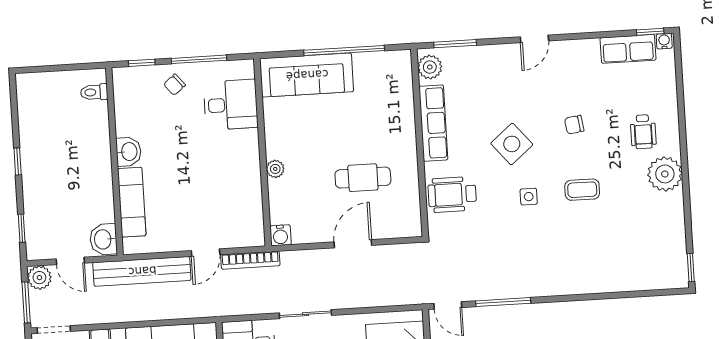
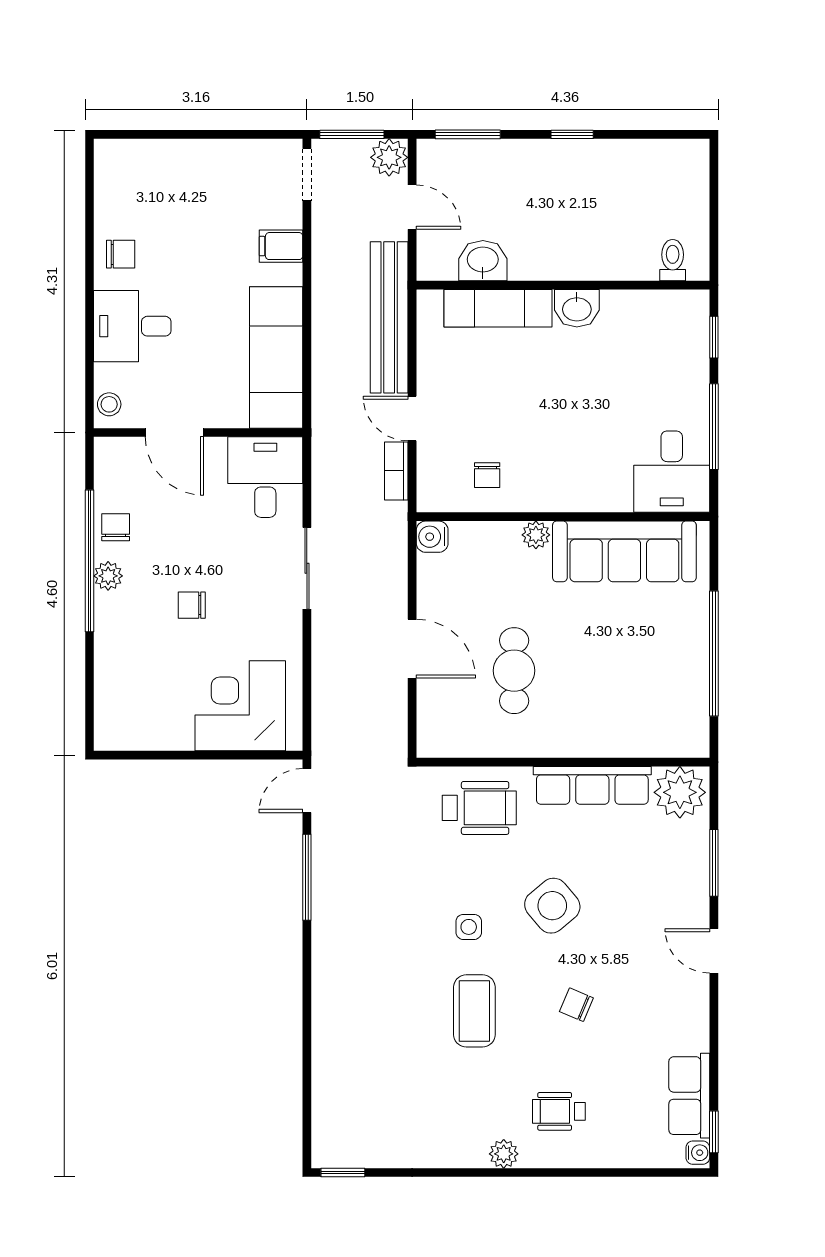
window: (455, 44) -> (714, 863), moved
plant: (430, 67) -> (680, 792), width x1.36, depth x1.36
sofa: (307, 75) -> (624, 551), moved, turned -90
chair: (174, 85) -> (487, 475), moved, turned -141
desk: (231, 105) -> (672, 472), moved
chair: (574, 125) -> (576, 1005), turned -59
plant: (665, 174) -> (504, 1154), width x0.53, depth x0.53
coffee table: (582, 190) -> (474, 1011), width x1.36, depth x1.30
wheelchair: (452, 195) -> (479, 808), turned 90
window: (22, 228) -> (468, 134), width x1.50
washbasin: (103, 239) -> (483, 261), moved
bookcase: (250, 260) -> (396, 471), width x0.64
door: (70, 261) -> (412, 207), swing flipped

